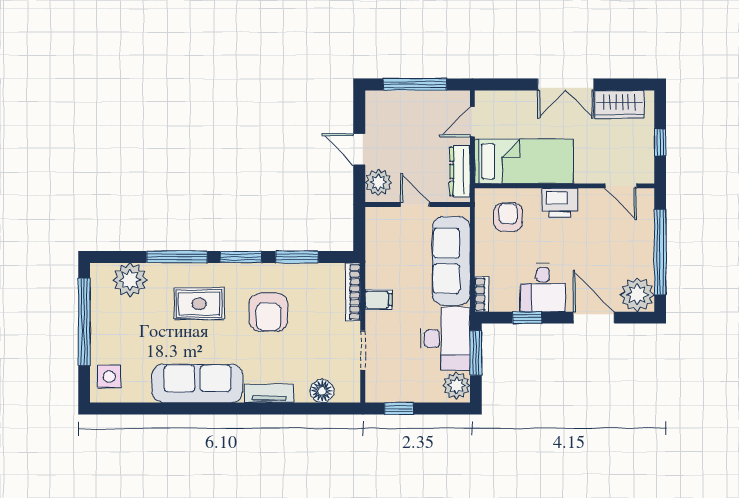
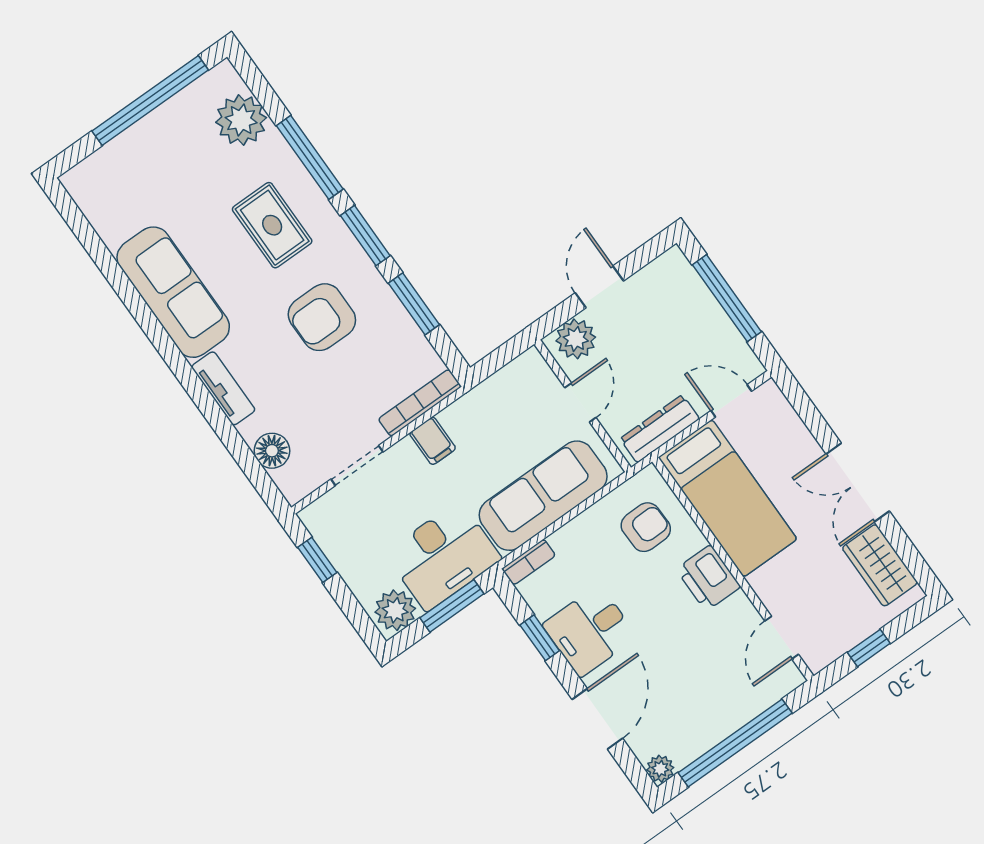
plant: (637, 295) -> (660, 769), width x0.53, depth x0.53
side table: (109, 376) -> (105, 179), removed

